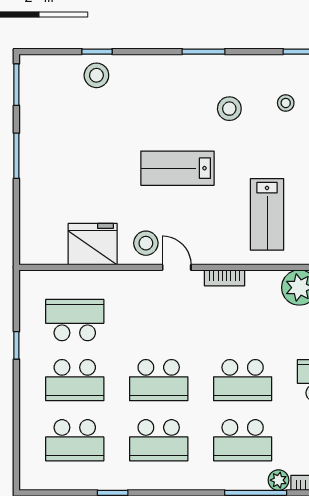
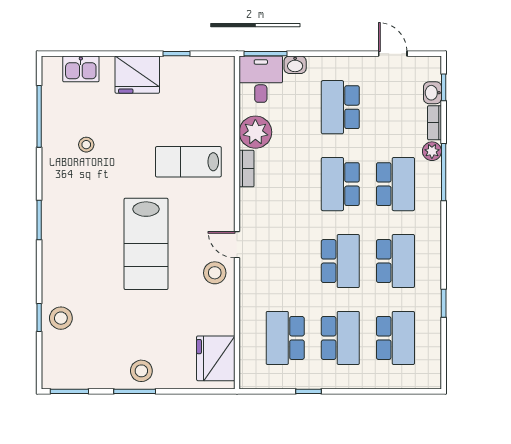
stool: (229, 109) -> (141, 371), moved
lab bench: (177, 168) -> (146, 244), width x1.36, depth x1.39
lab bench: (267, 214) -> (188, 162), turned 180
fridge: (93, 244) -> (216, 358), moved
door: (177, 267) -> (237, 245), hinge flipped
bookcase: (224, 278) -> (247, 169), moved
school desk: (243, 380) -> (340, 184), turned 180

